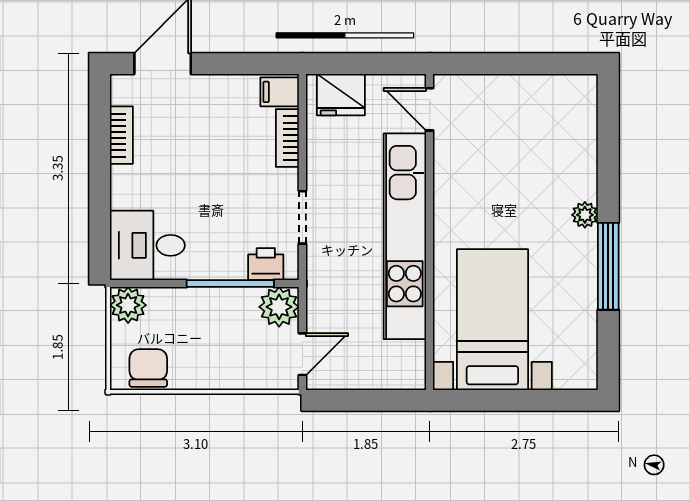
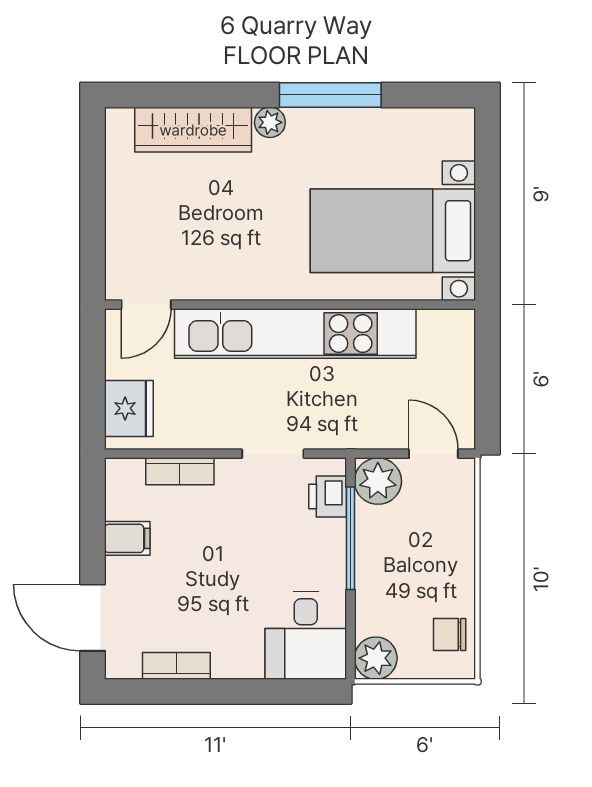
filing cabinet: (280, 92) -> (127, 538), moved, turned -90
wardrobe: (579, 149) -> (193, 130), added
chair: (148, 368) -> (450, 634), width x0.73, depth x0.73

